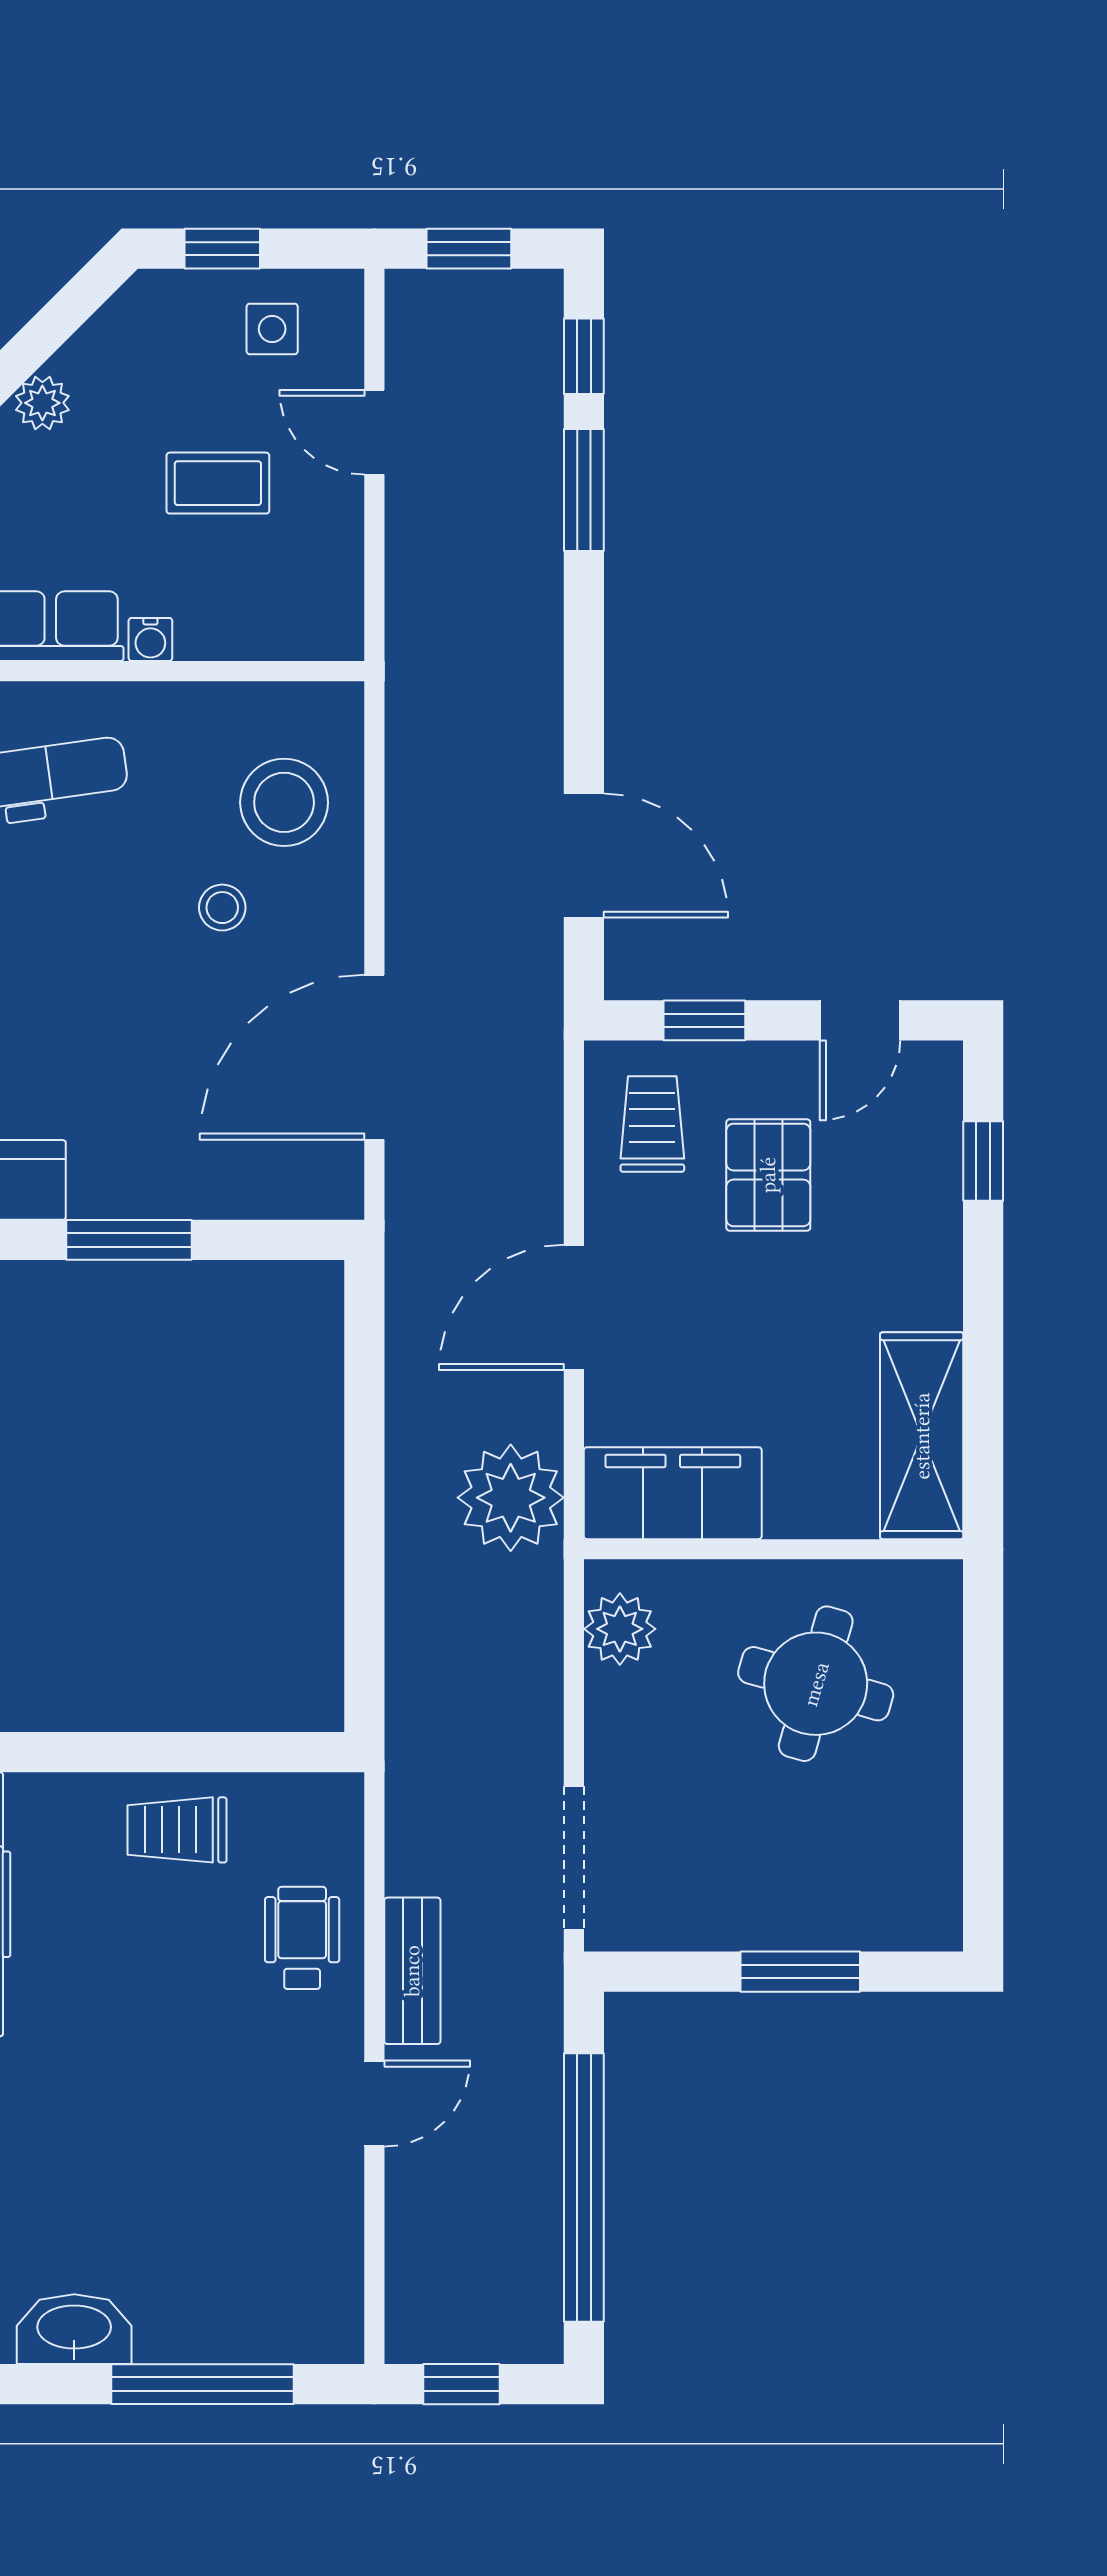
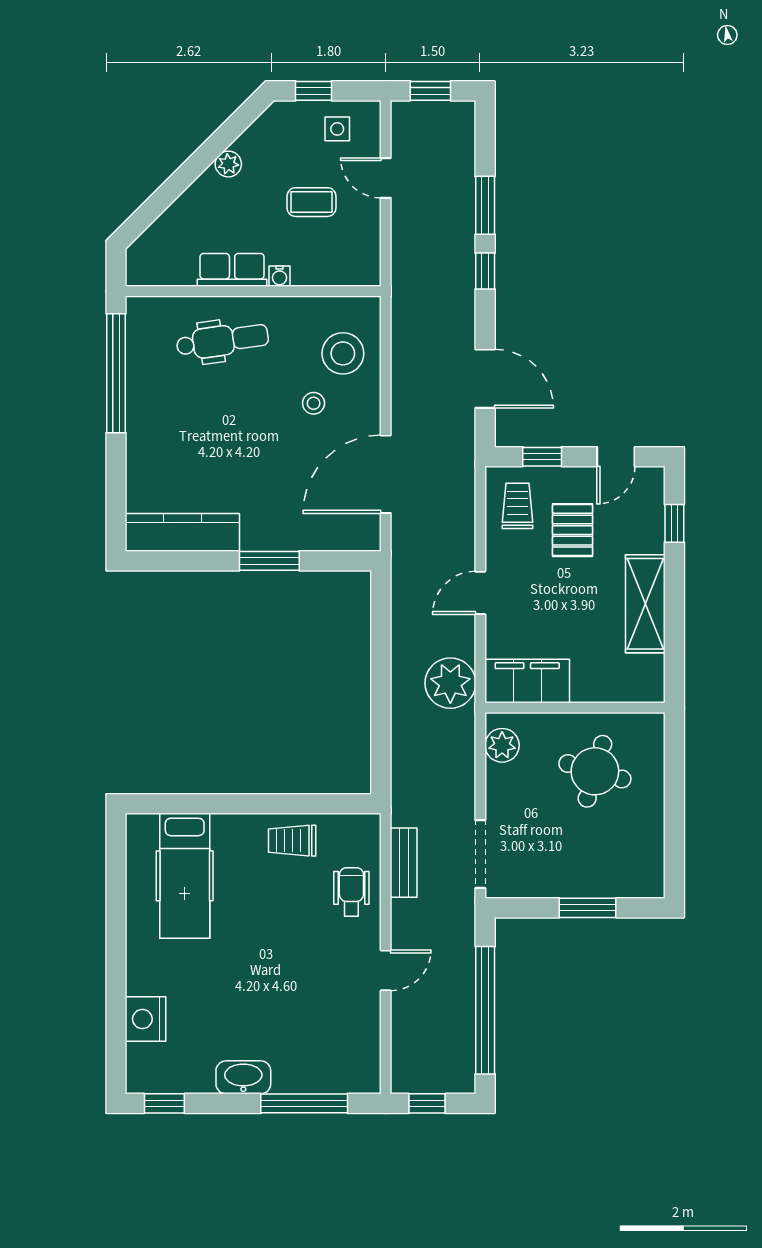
window: (584, 356) -> (485, 271), moved
door: (574, 1307) -> (480, 593), width x0.73
shelving: (922, 1436) -> (645, 604), moved
bench: (412, 1971) -> (404, 863), moved

